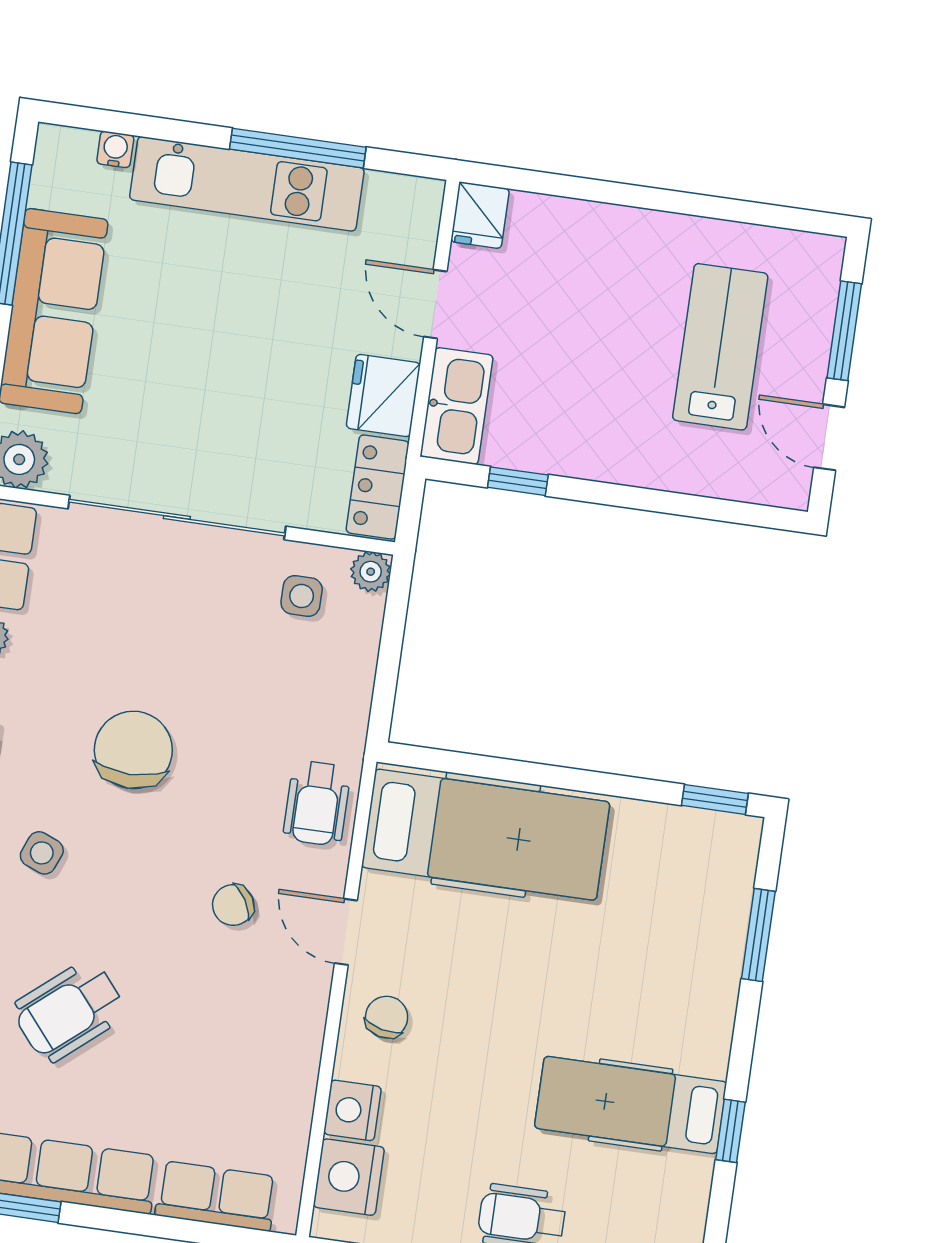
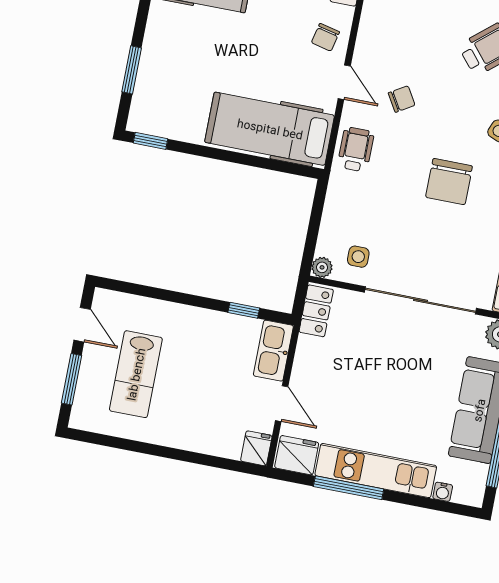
fridge: (383, 395) -> (297, 455), moved, turned -90

